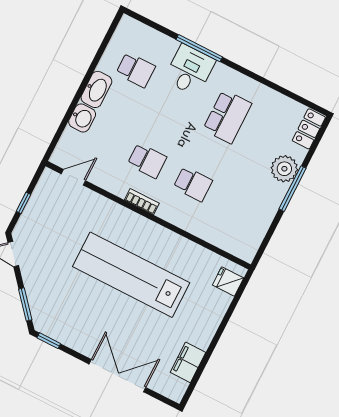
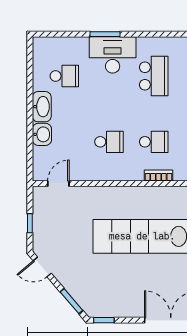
window: (199, 48) -> (105, 34), width x0.69
desk: (190, 70) -> (113, 55), width x1.37
bookcase: (142, 202) -> (158, 176), moved

